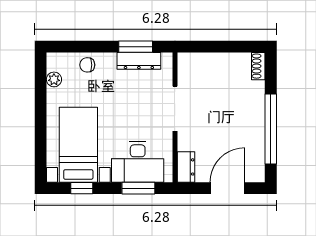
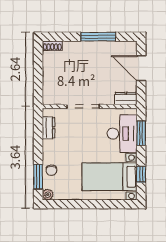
window: (136, 47) -> (38, 177), moved
dresser: (139, 61) -> (49, 128), width x0.70
plant: (54, 79) -> (48, 195), moved
window: (271, 129) -> (98, 37), width x0.68

